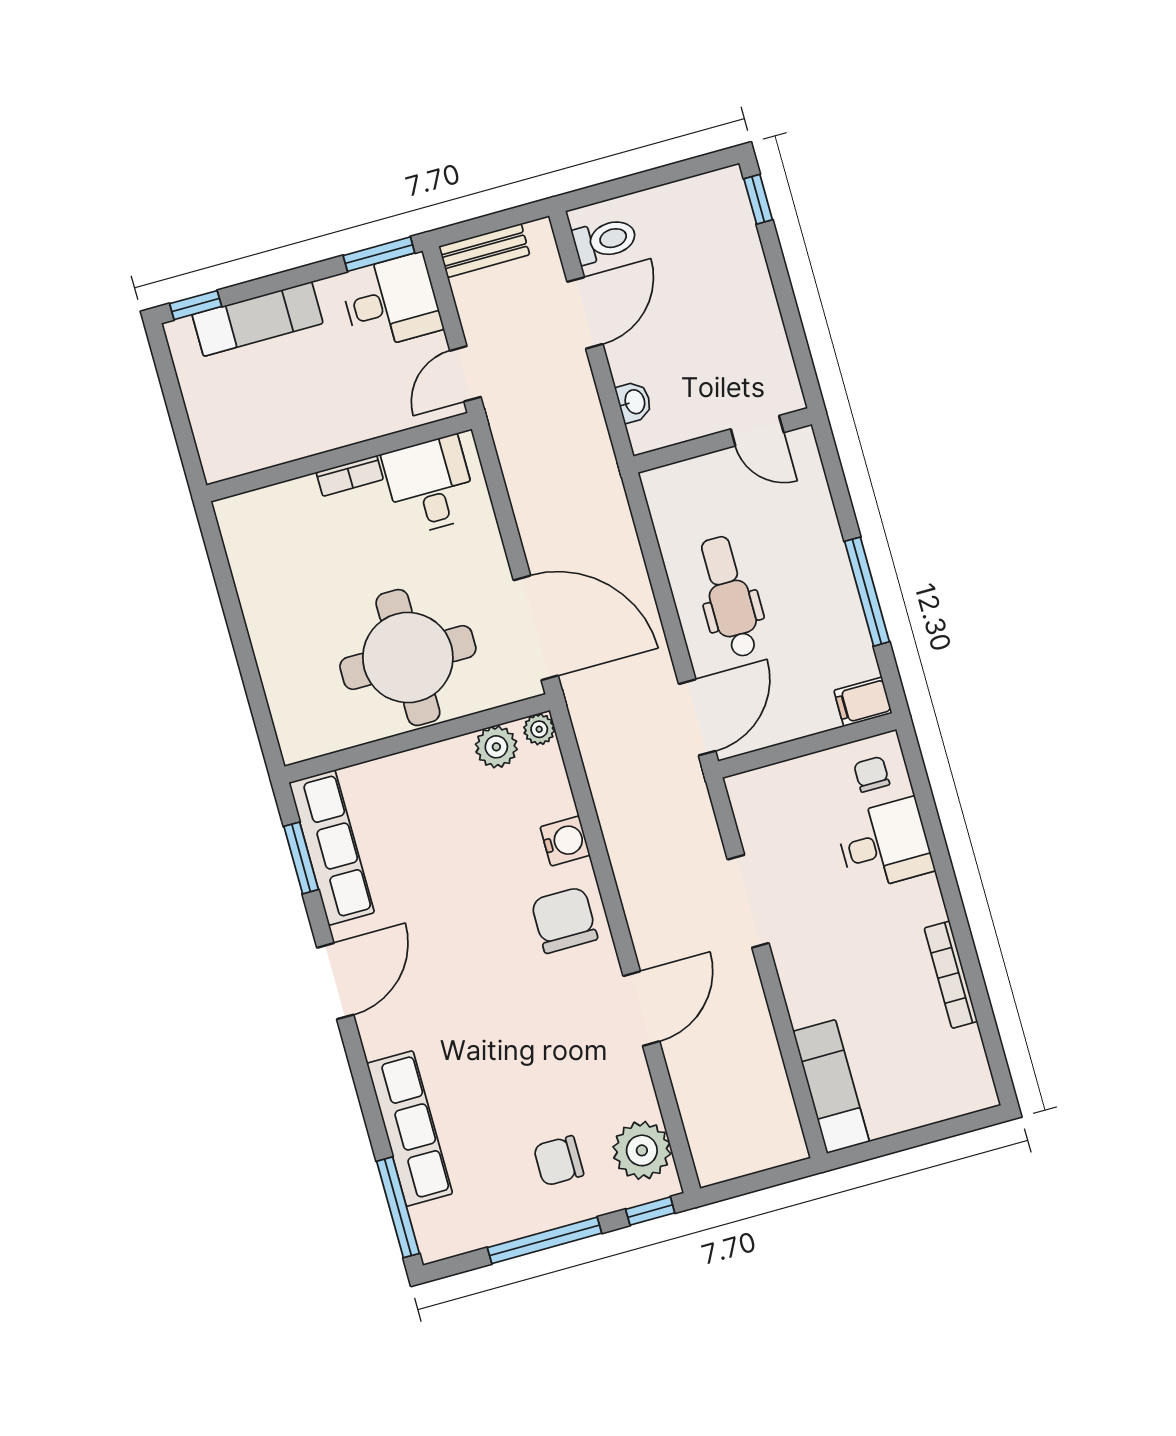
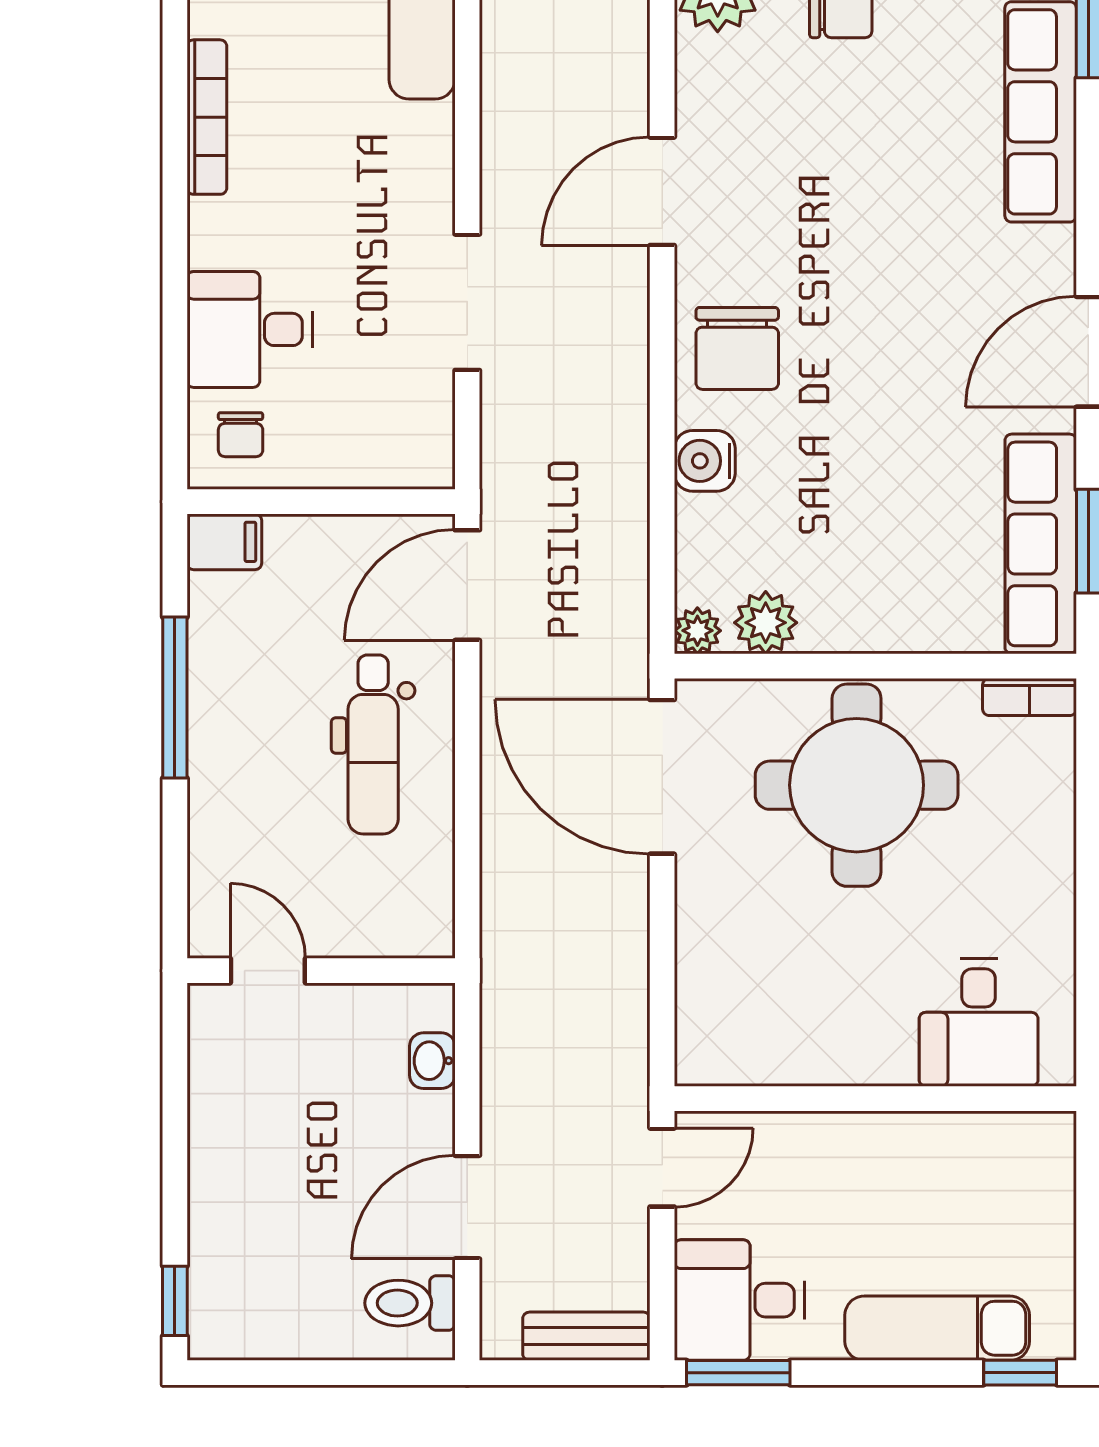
bookcase: (350, 476) -> (1030, 697), moved, turned 180
desk: (430, 485) -> (979, 1022), moved

